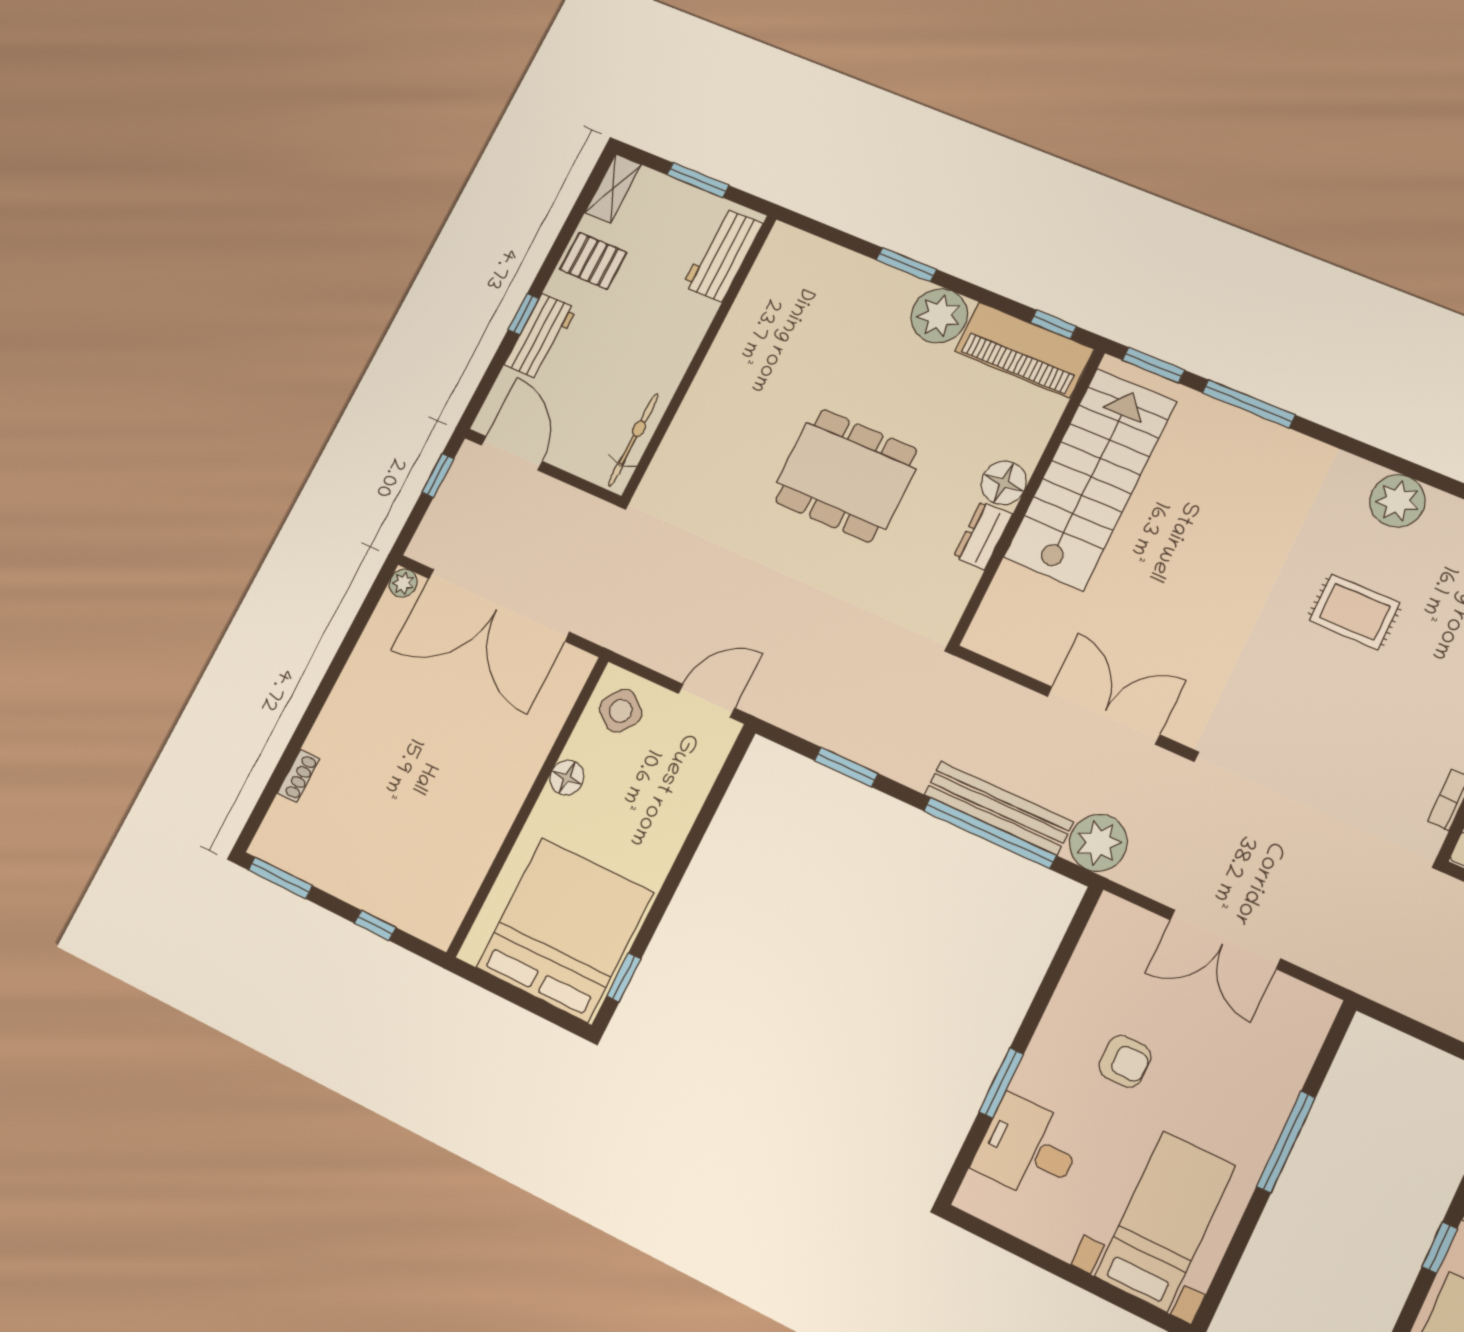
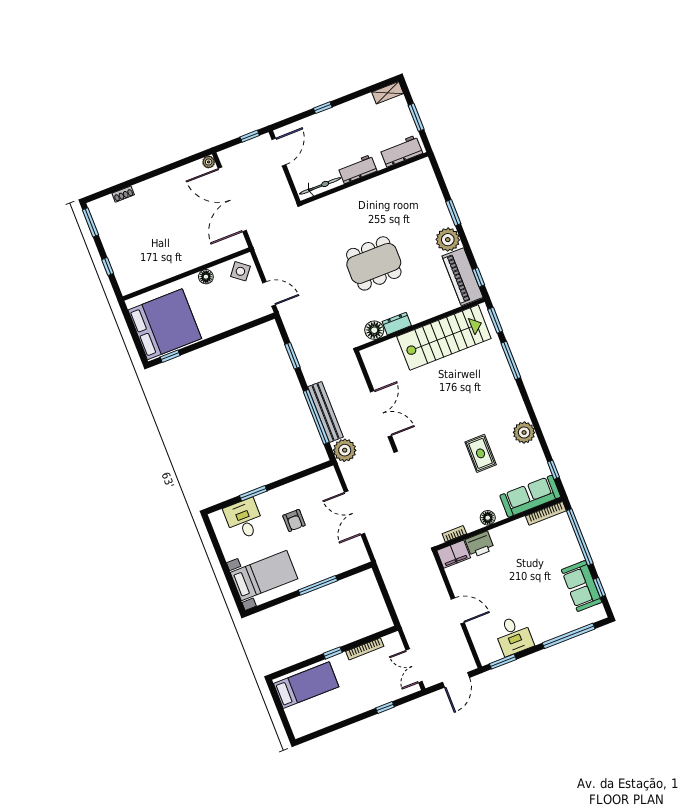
pallet: (593, 261) -> (360, 112), removed
workbench: (541, 337) -> (357, 169), moved, turned 180
dining table: (846, 476) -> (374, 263), turned 90
floor lamp: (1004, 483) -> (374, 330), moved

